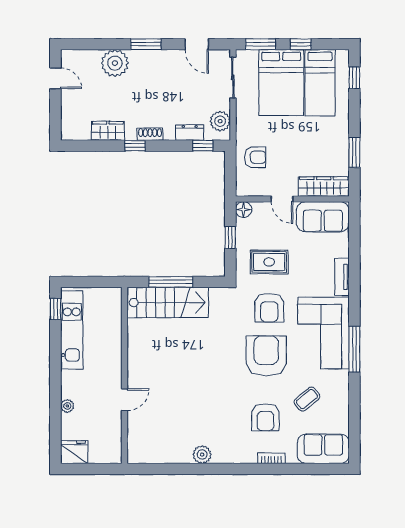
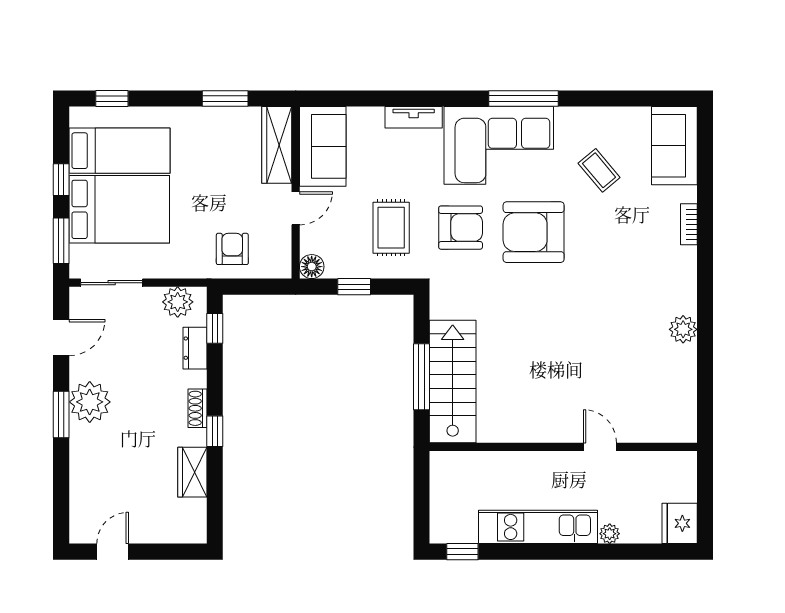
plant: (115, 63) -> (90, 402), moved
kitchen unit: (72, 330) -> (538, 527), moved
armchair: (265, 417) -> (627, 233), removed

